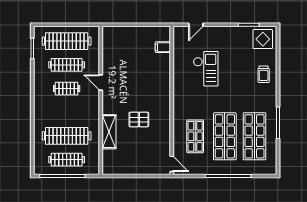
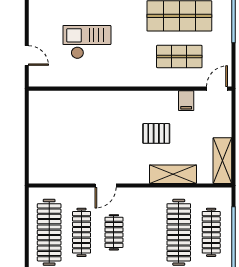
filing cabinet: (163, 47) -> (186, 101), moved
pallet: (139, 119) -> (156, 133), turned 90
shelving: (119, 168) -> (222, 161), added

